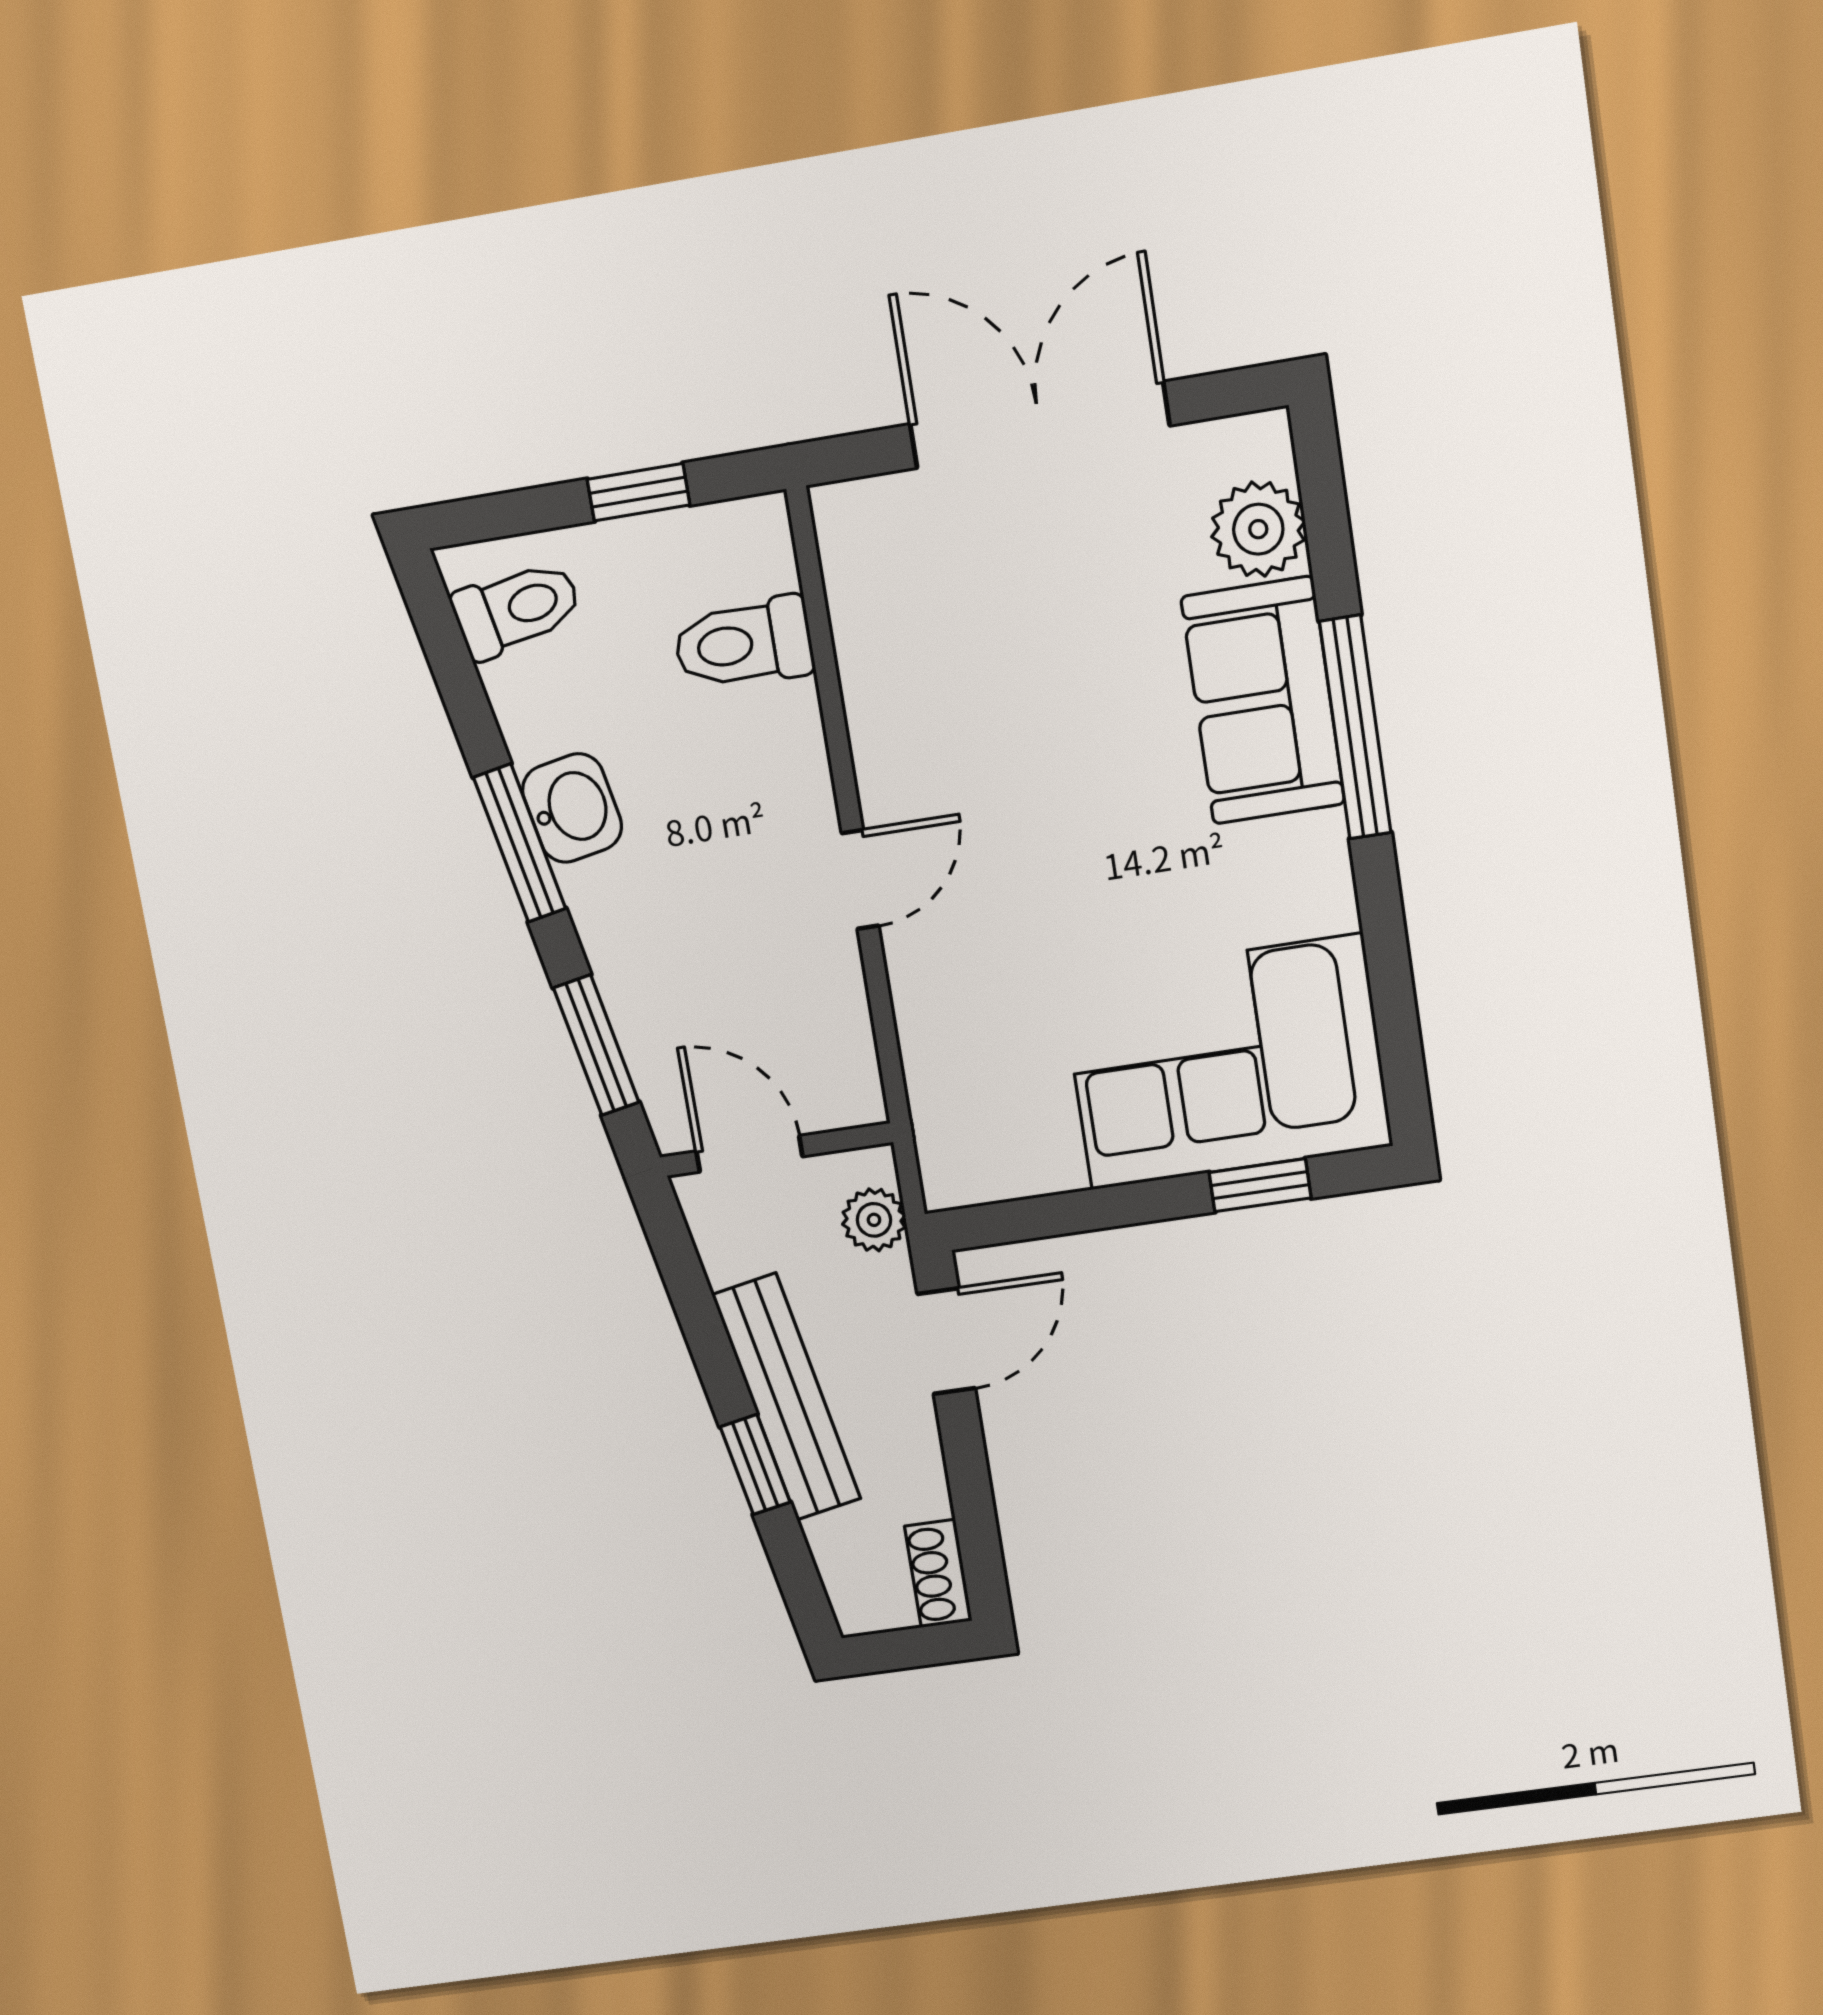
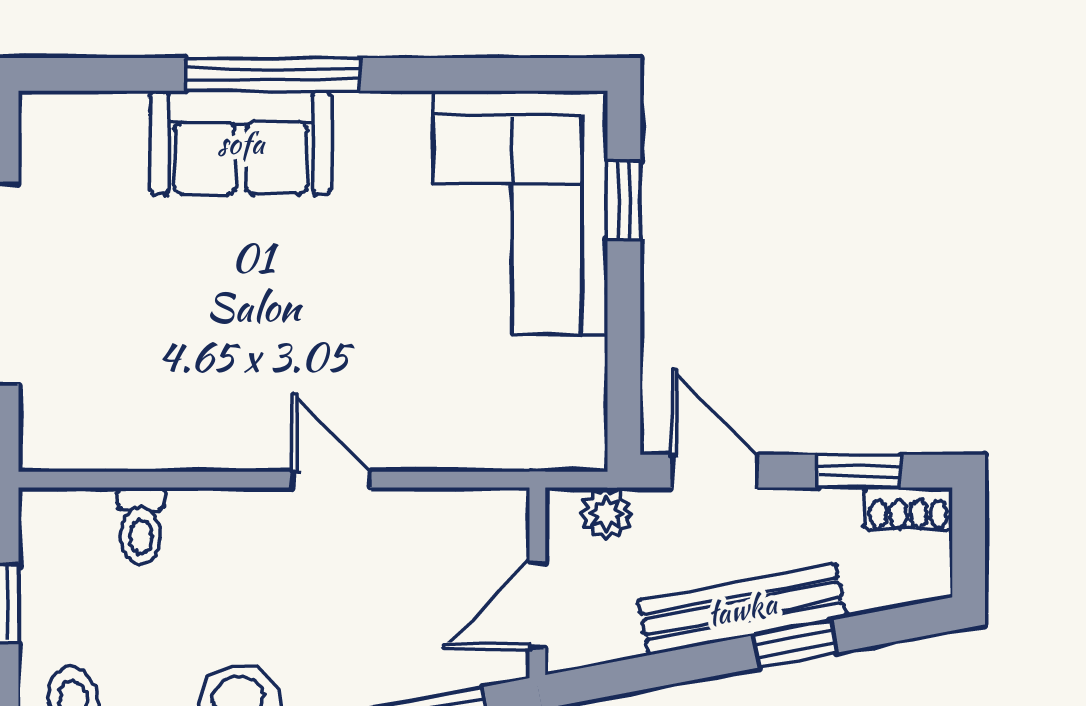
plant: (1258, 529) -> (109, 127), removed
toilet: (744, 643) -> (141, 526), width x0.73, depth x0.72
window: (974, 1510) -> (859, 471), added

